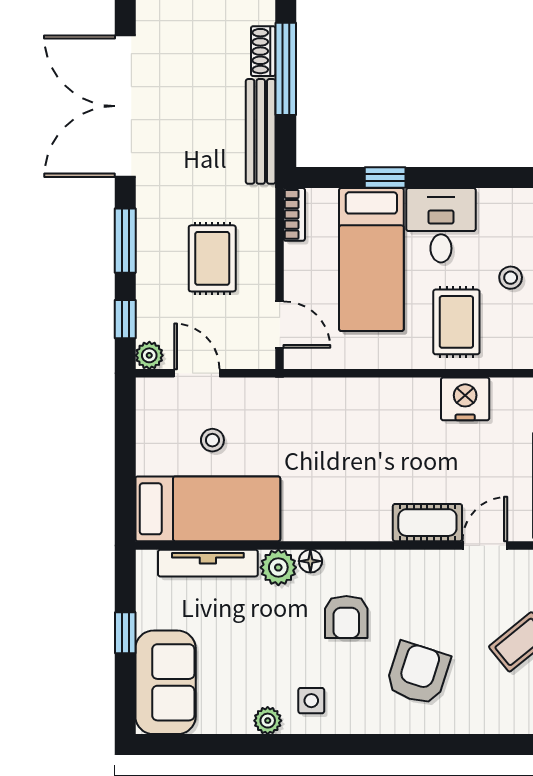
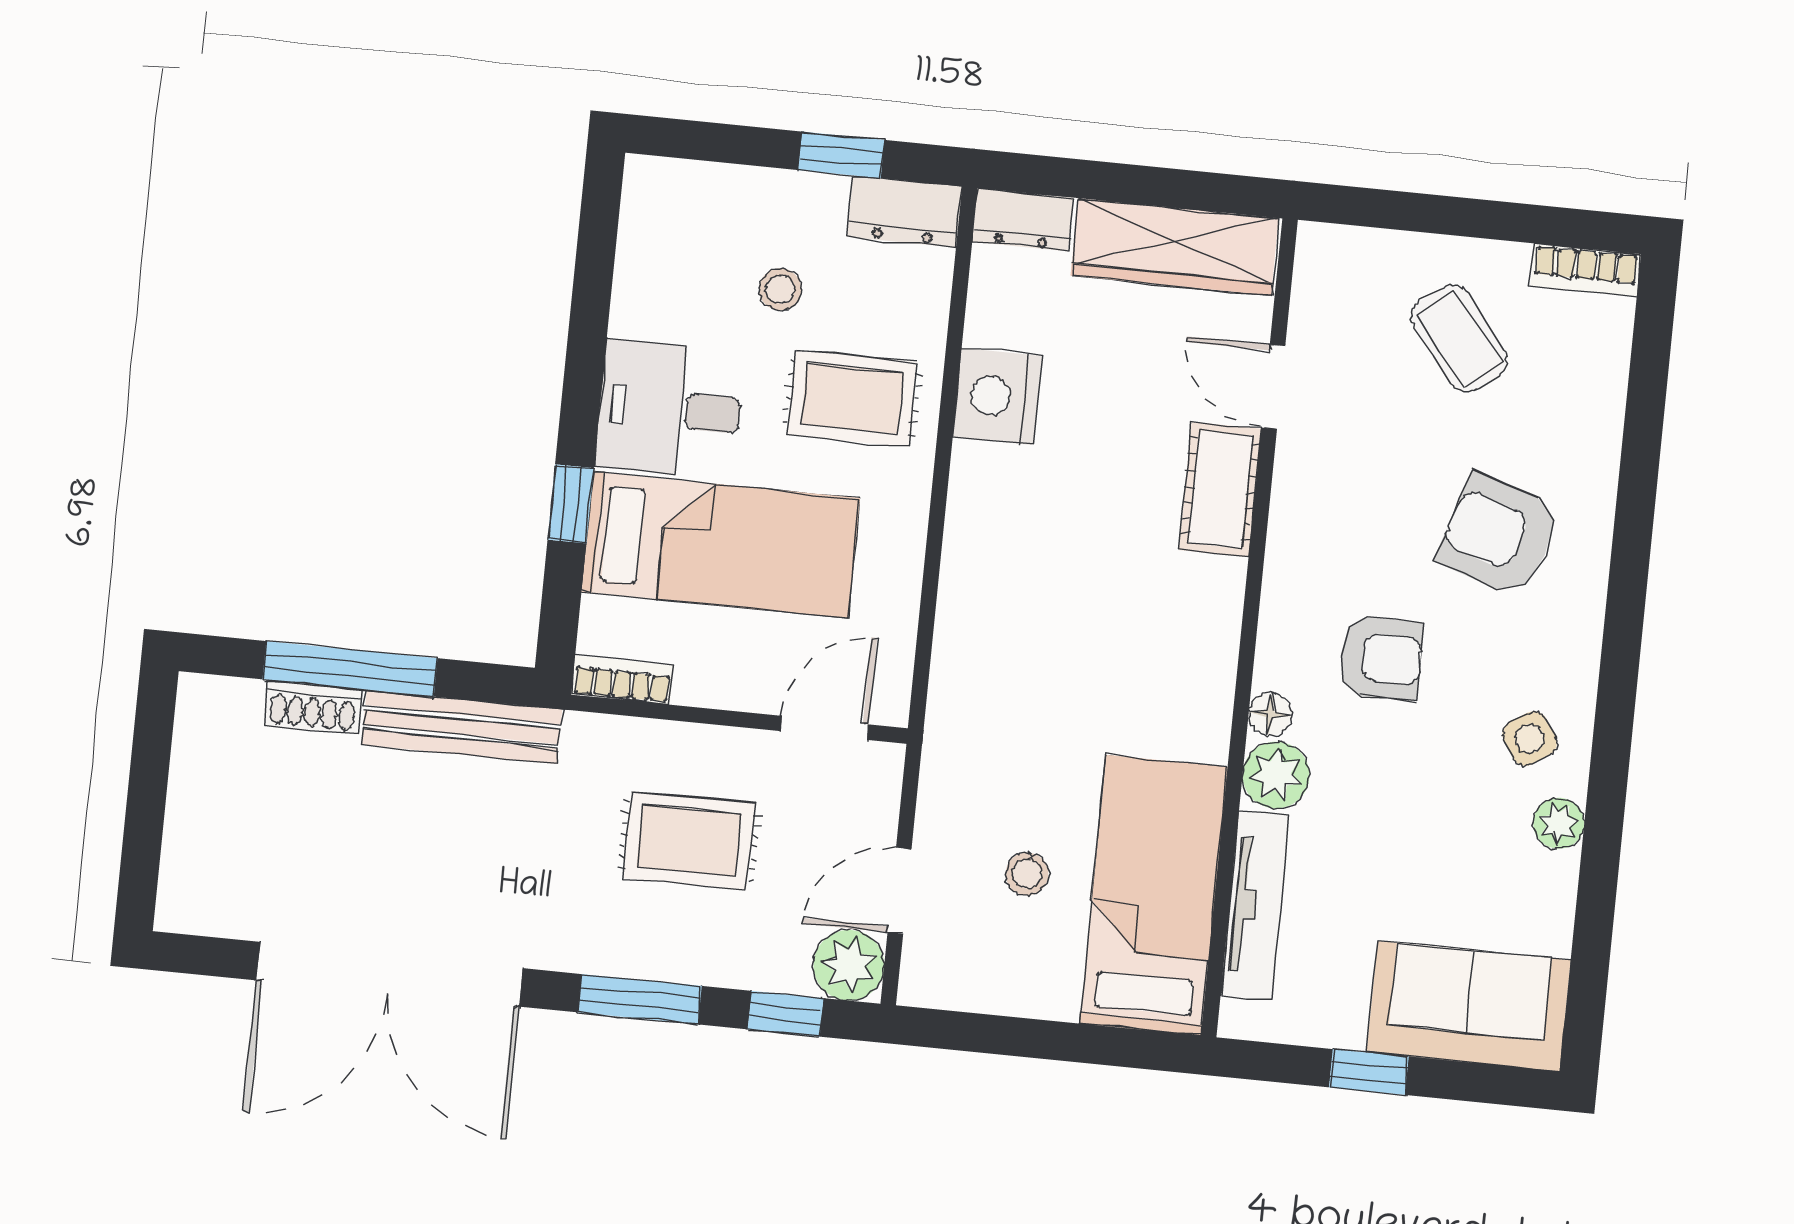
plant: (149, 355) -> (849, 965), width x1.38, depth x1.38
side table: (311, 701) -> (1530, 739), turned -33

